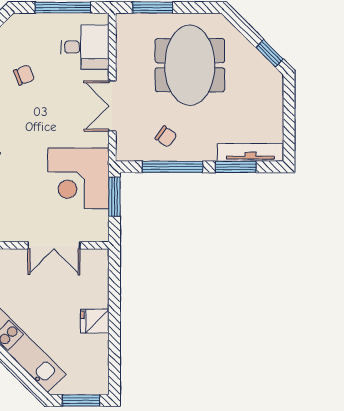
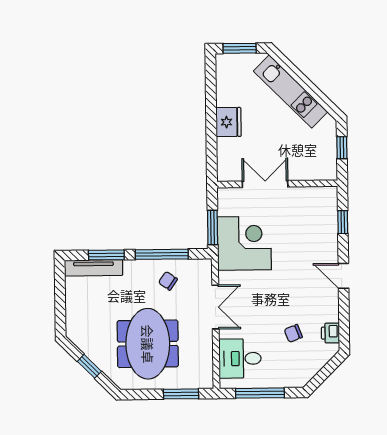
window: (270, 53) -> (89, 366), moved
fridge: (95, 321) -> (228, 122), width x1.38

